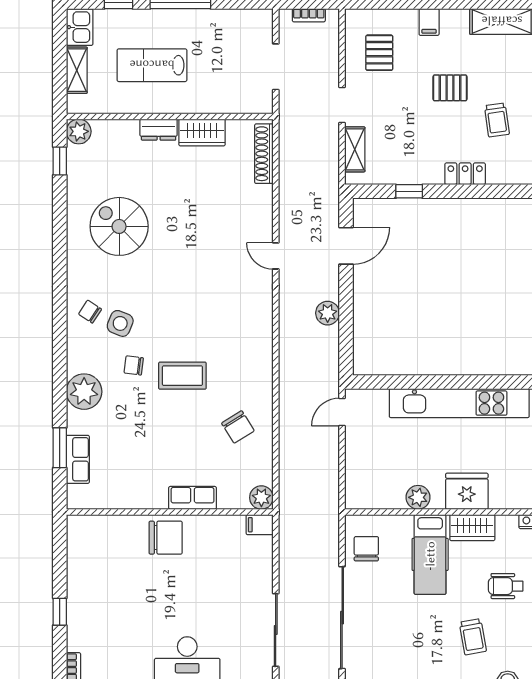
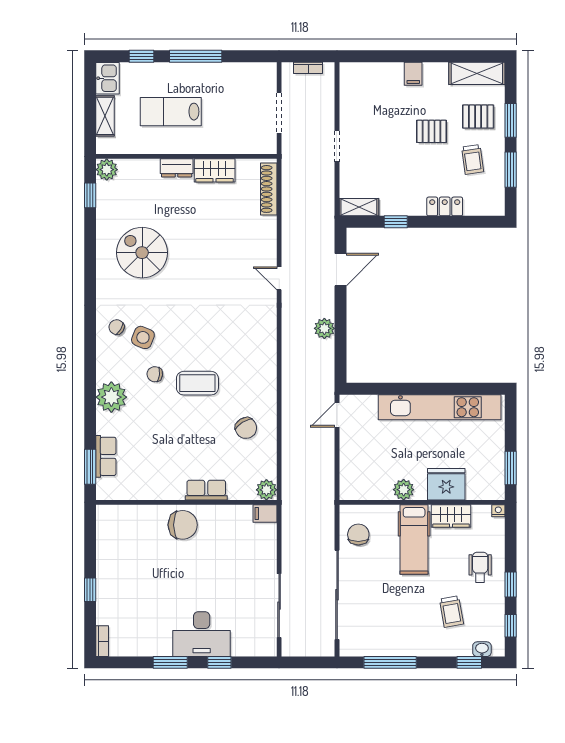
pallet: (379, 53) -> (478, 117), moved, turned 90
shelving: (355, 149) -> (359, 207), moved, turned 90
window: (60, 448) -> (90, 467), moved
wheelchair: (506, 586) -> (480, 567), turned 90

